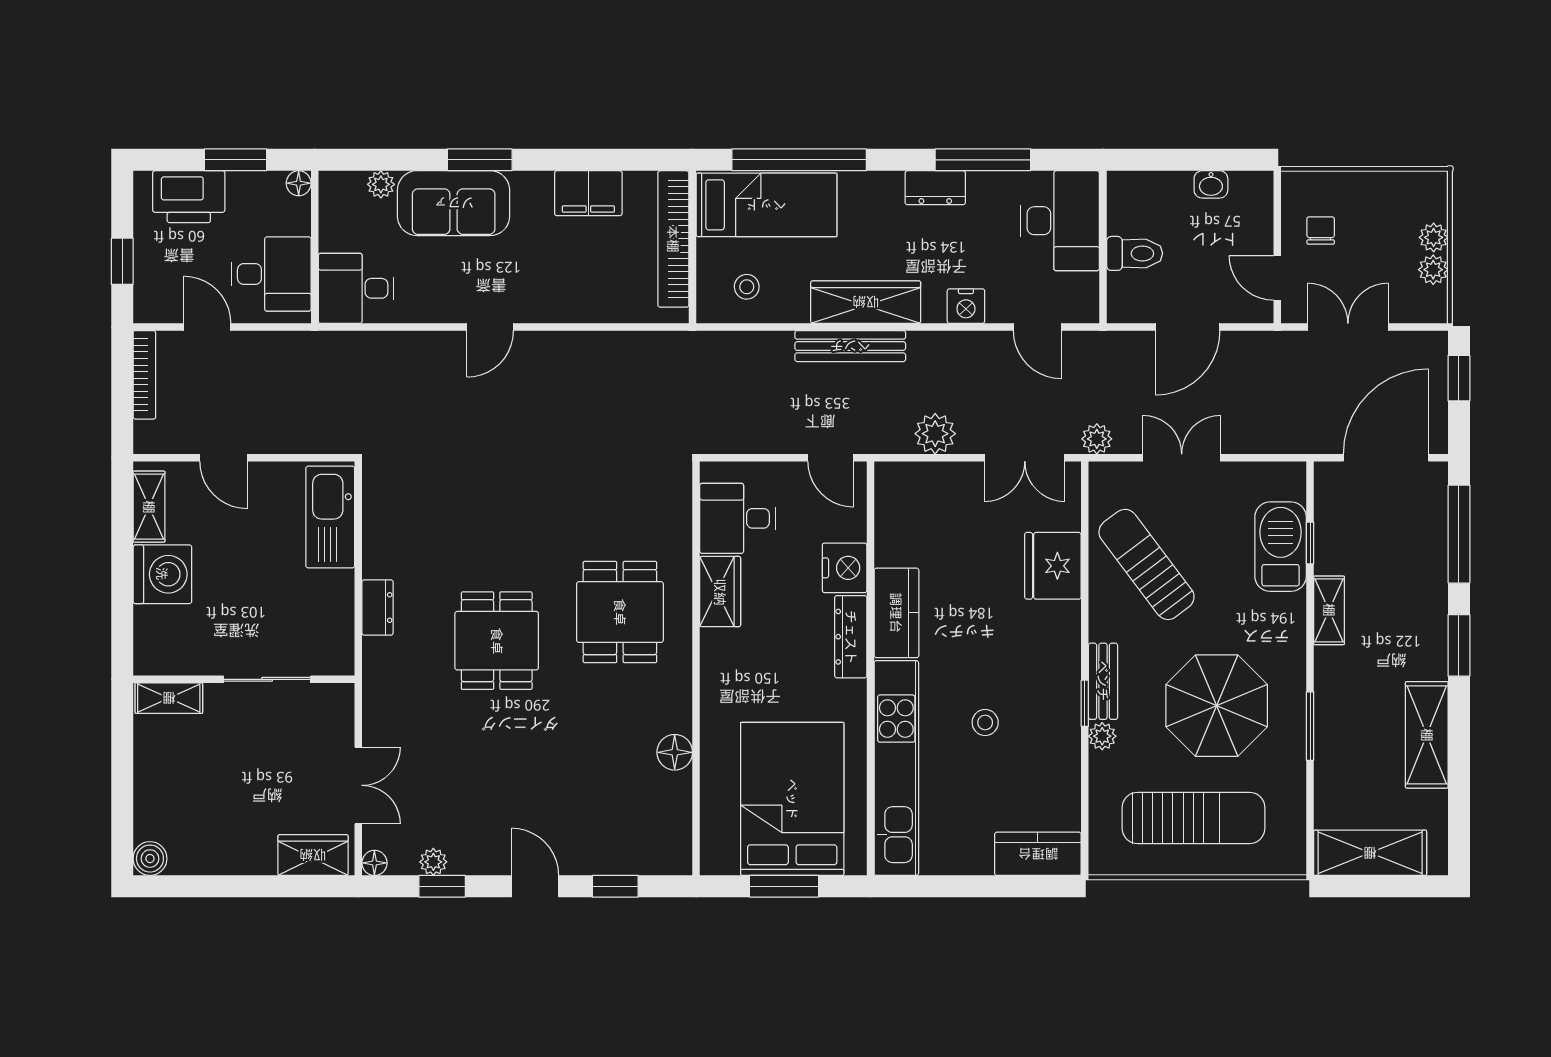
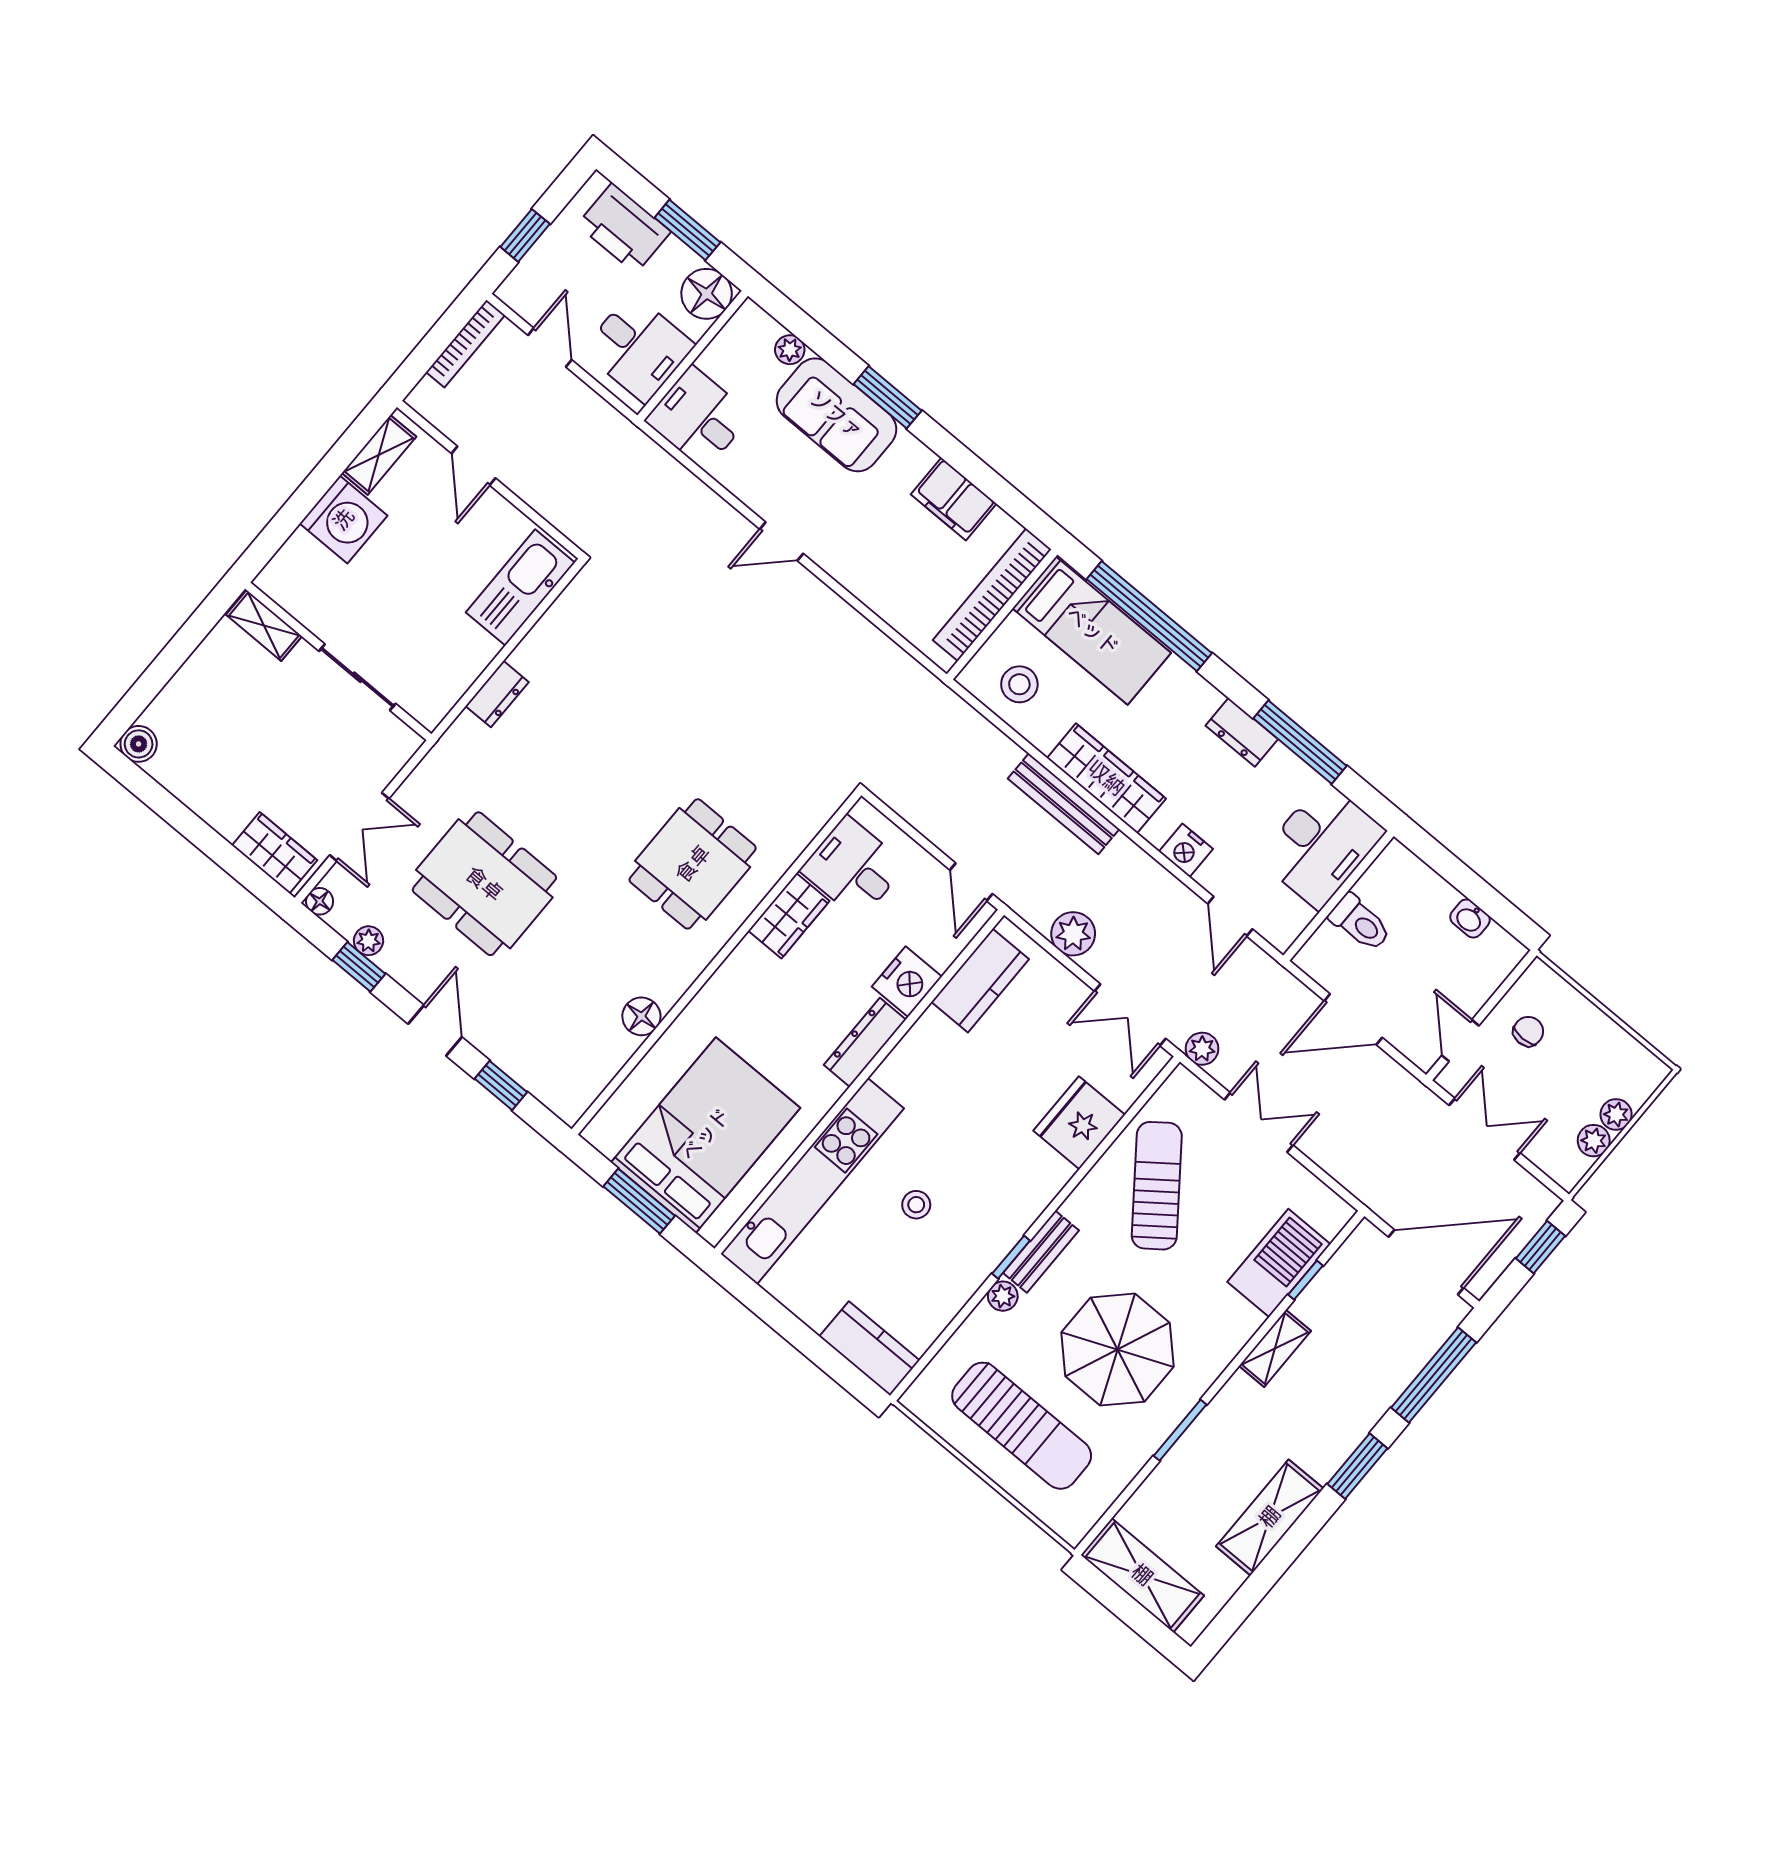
floor lamp: (299, 183) -> (707, 294), width x1.89, depth x1.89
stool: (747, 287) -> (1019, 684), width x1.37, depth x1.37
kitchen counter: (896, 613) -> (980, 981), moved
dining table: (497, 641) -> (484, 884), moved, width x1.38

